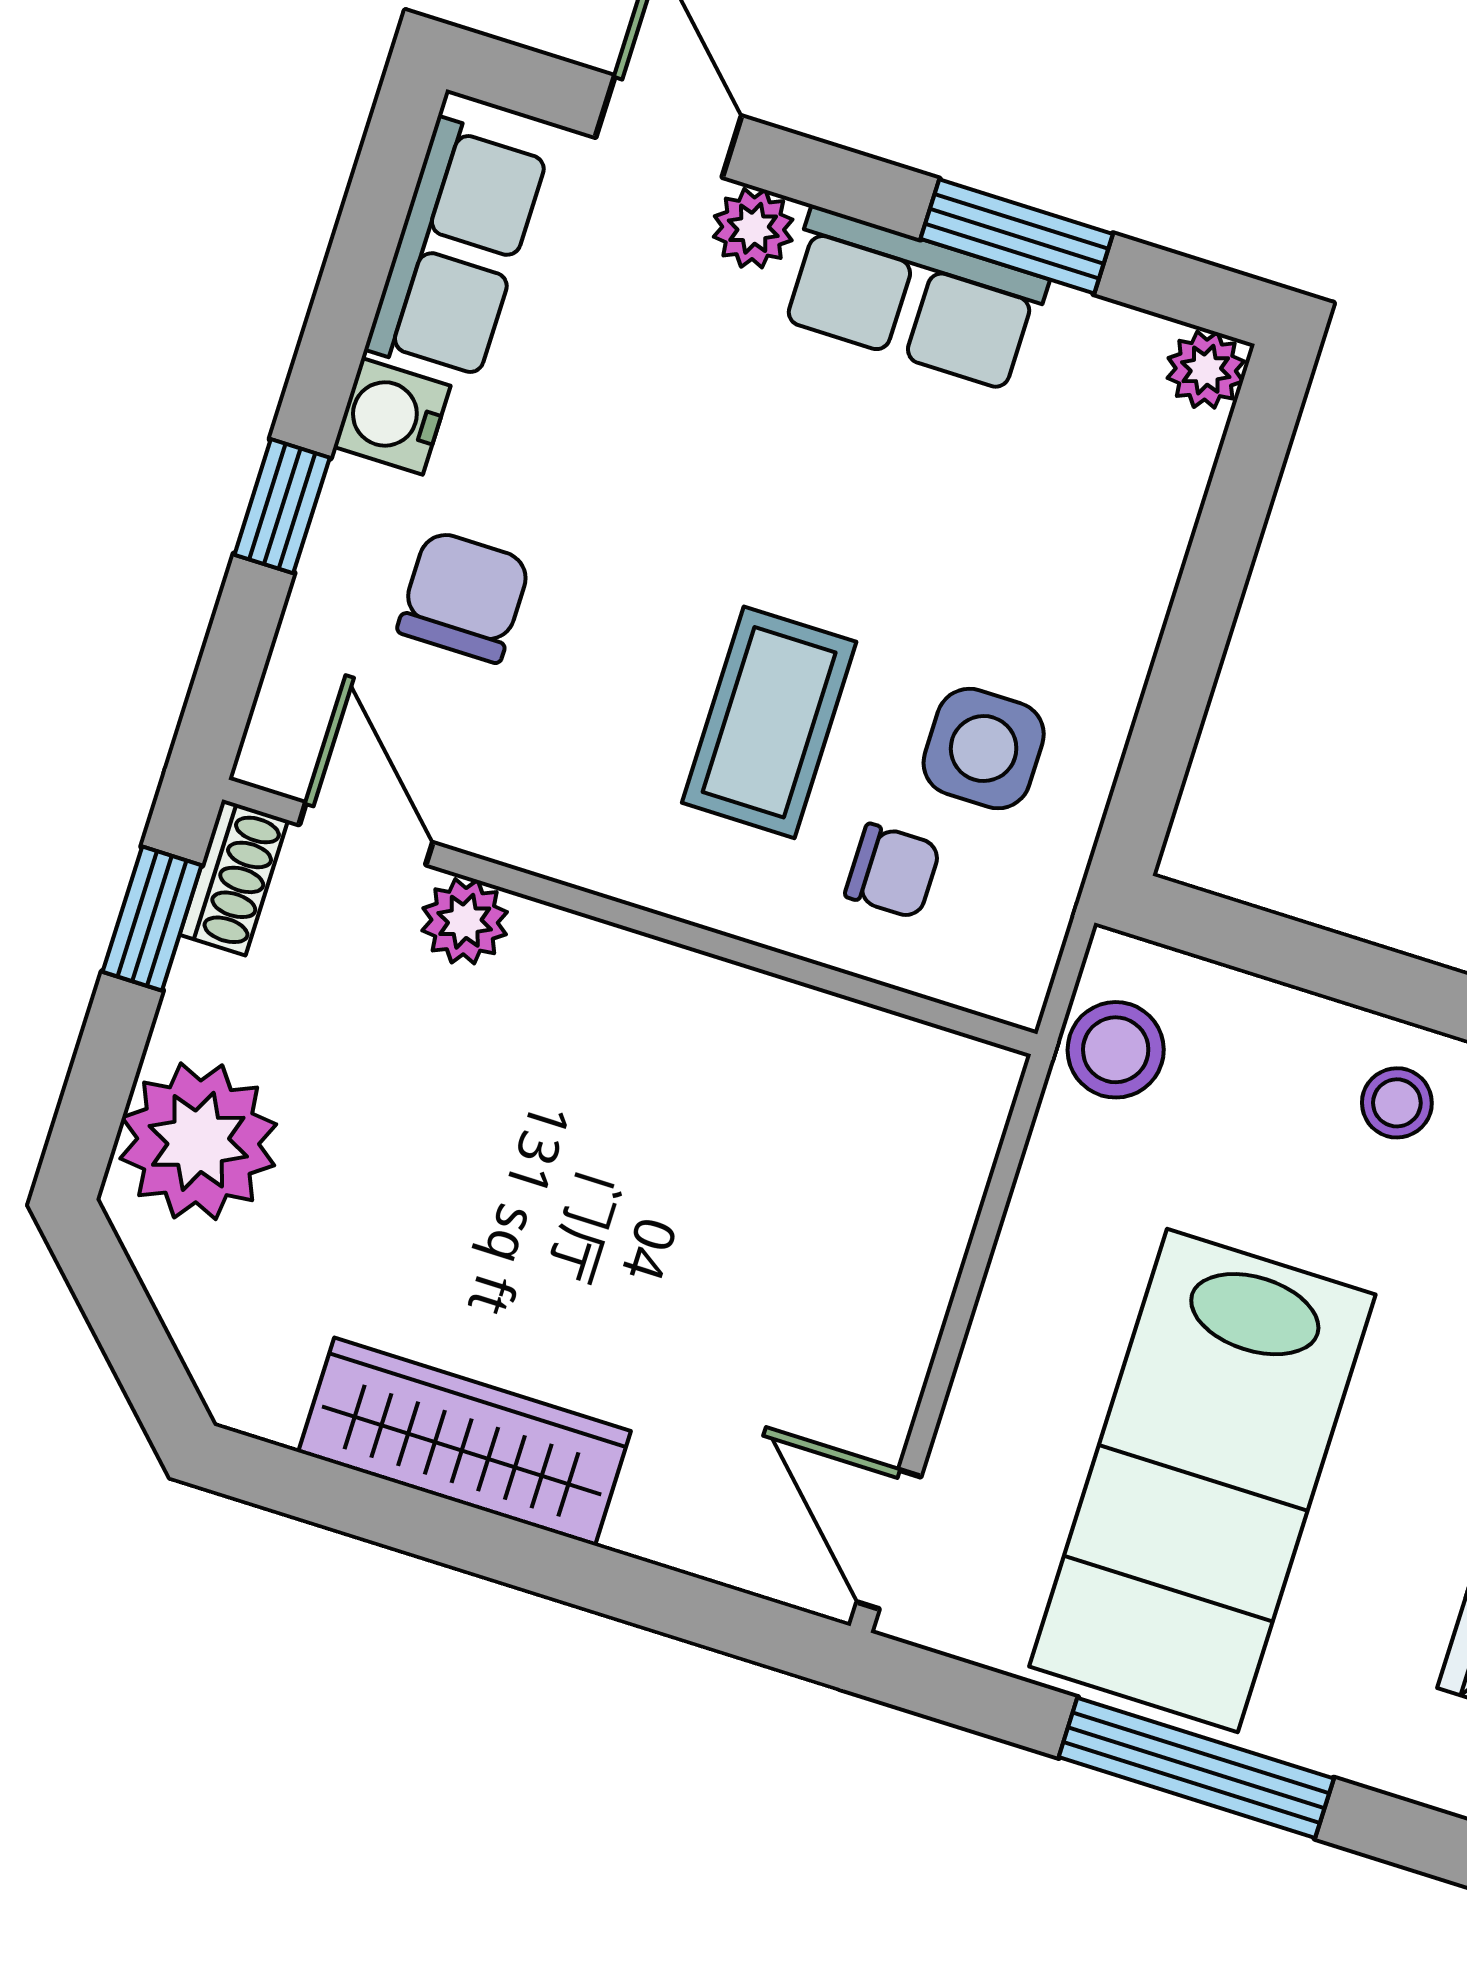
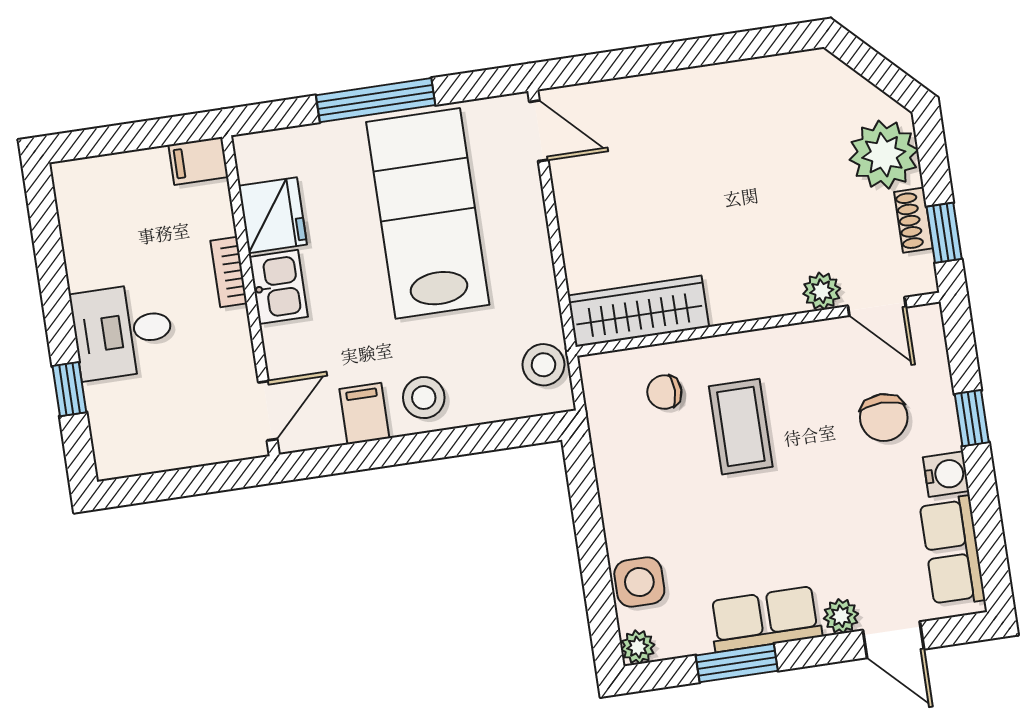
side table: (984, 749) -> (639, 582), moved
shoe rack: (234, 877) -> (913, 220), moved
stool: (1397, 1103) -> (424, 398), width x1.37, depth x1.37
wardrobe: (465, 1442) -> (638, 311), moved, turned 180

